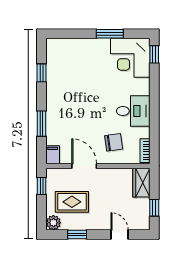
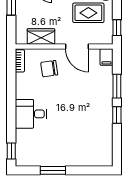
corner desk: (130, 58) -> (34, 148), removed
window: (41, 73) -> (117, 115), moved
desk: (133, 111) -> (31, 114), moved
wardrobe: (141, 183) -> (41, 37), moved, turned -90

